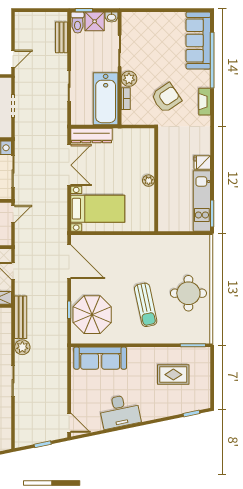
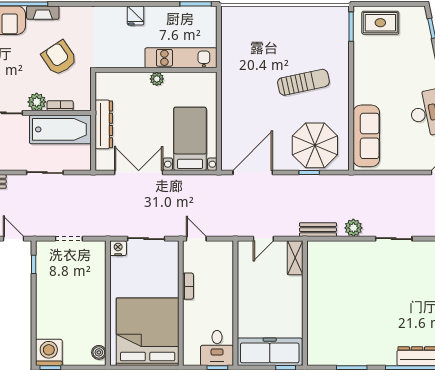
fireplace: (205, 102) -> (43, 13), moved
dresser: (92, 136) -> (104, 124), moved
kitchen unit: (202, 201) -> (181, 58), moved, turned 180
round table: (188, 293) -> (290, 32), removed
bench: (21, 317) -> (318, 230), width x0.73
rug: (173, 375) -> (380, 23), moved, turned 90

